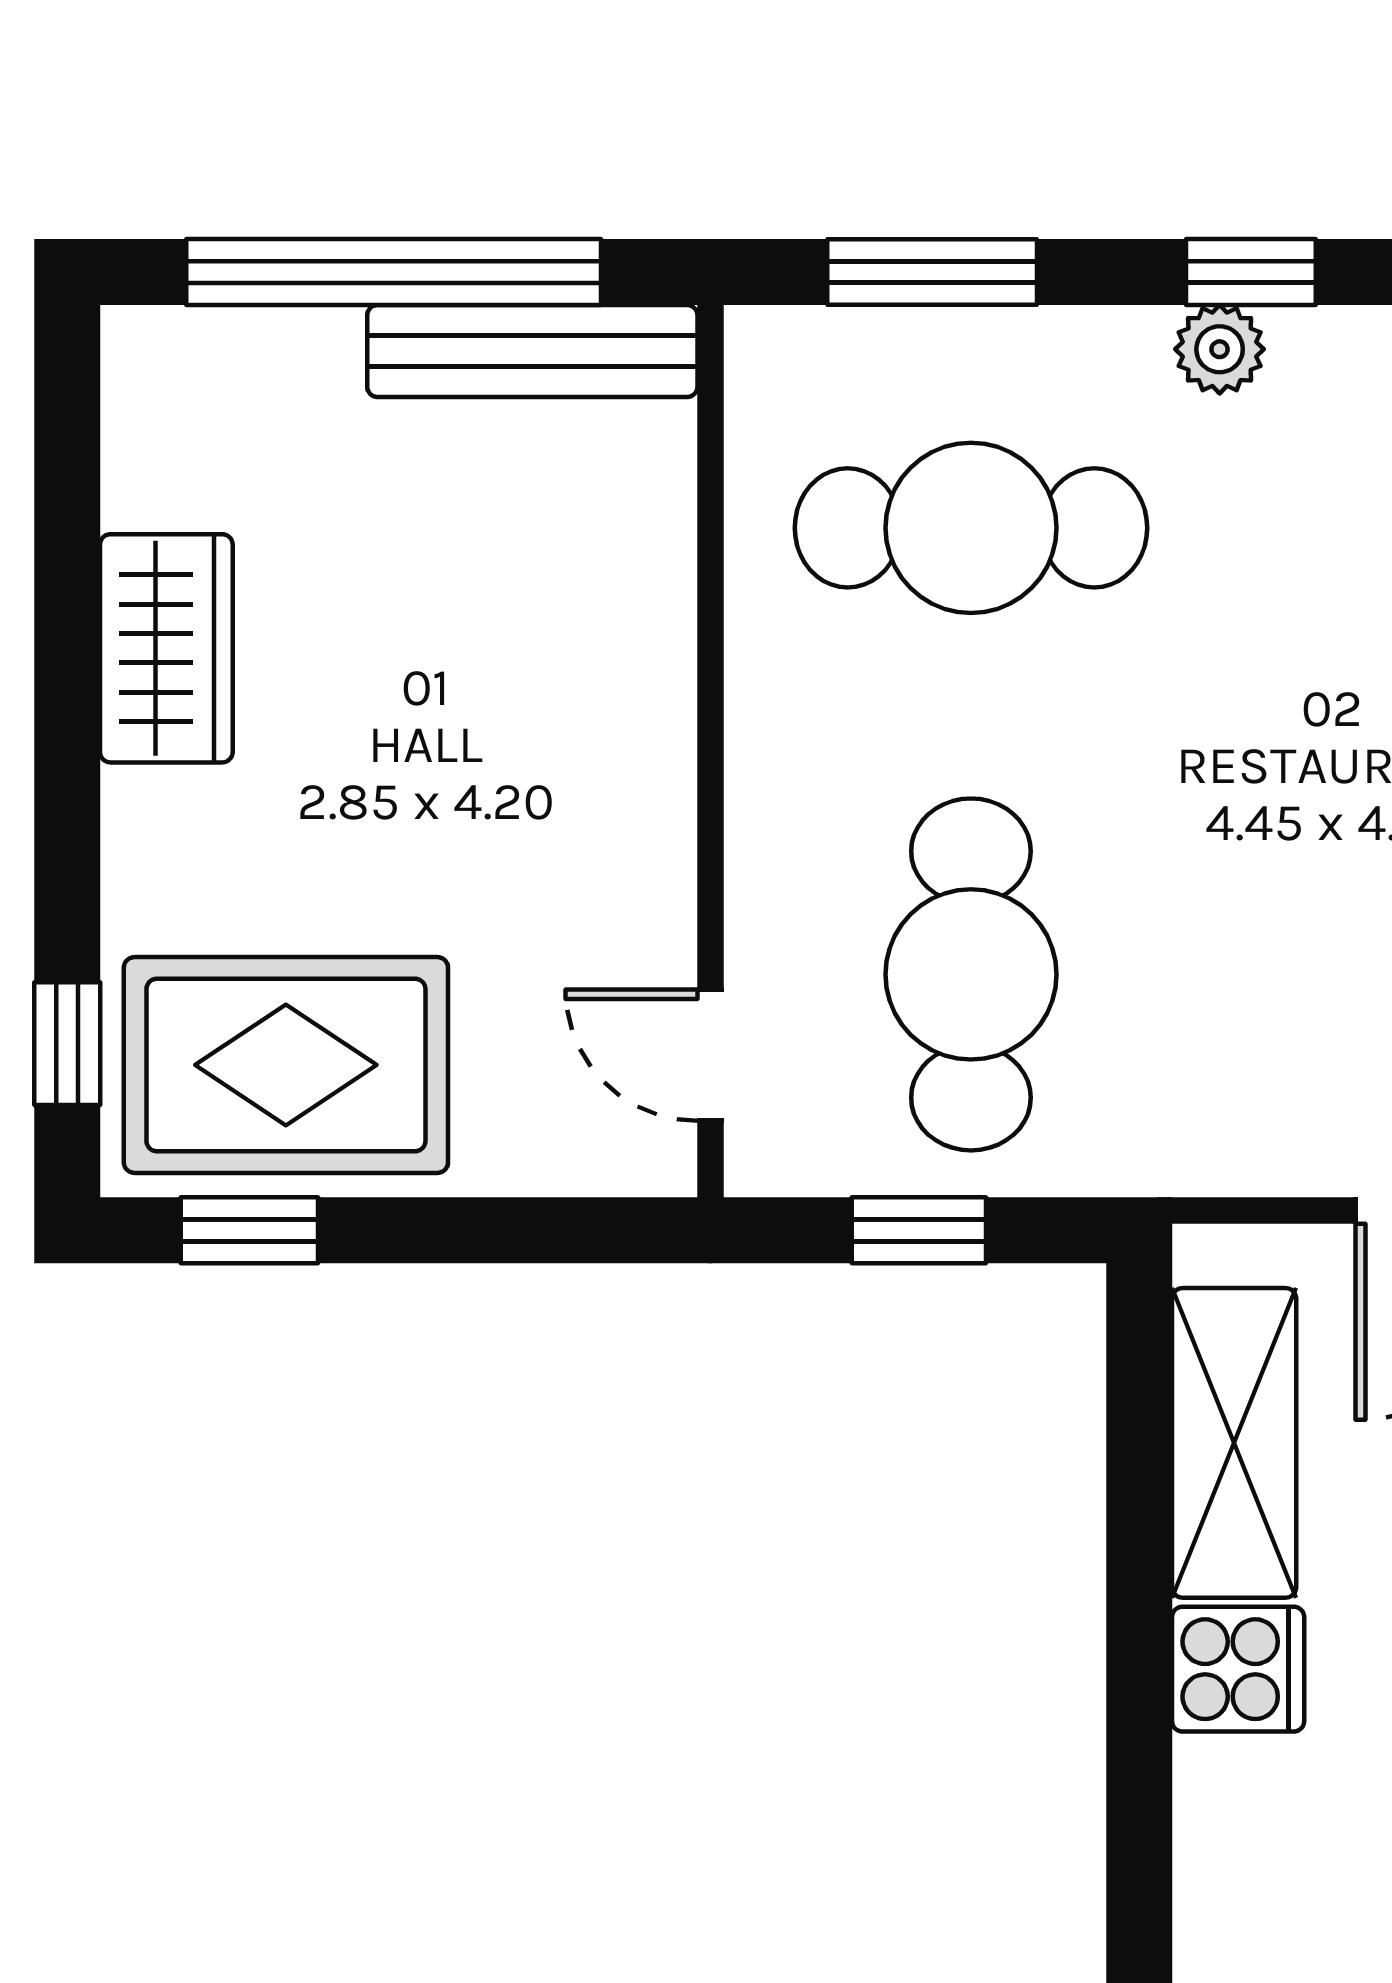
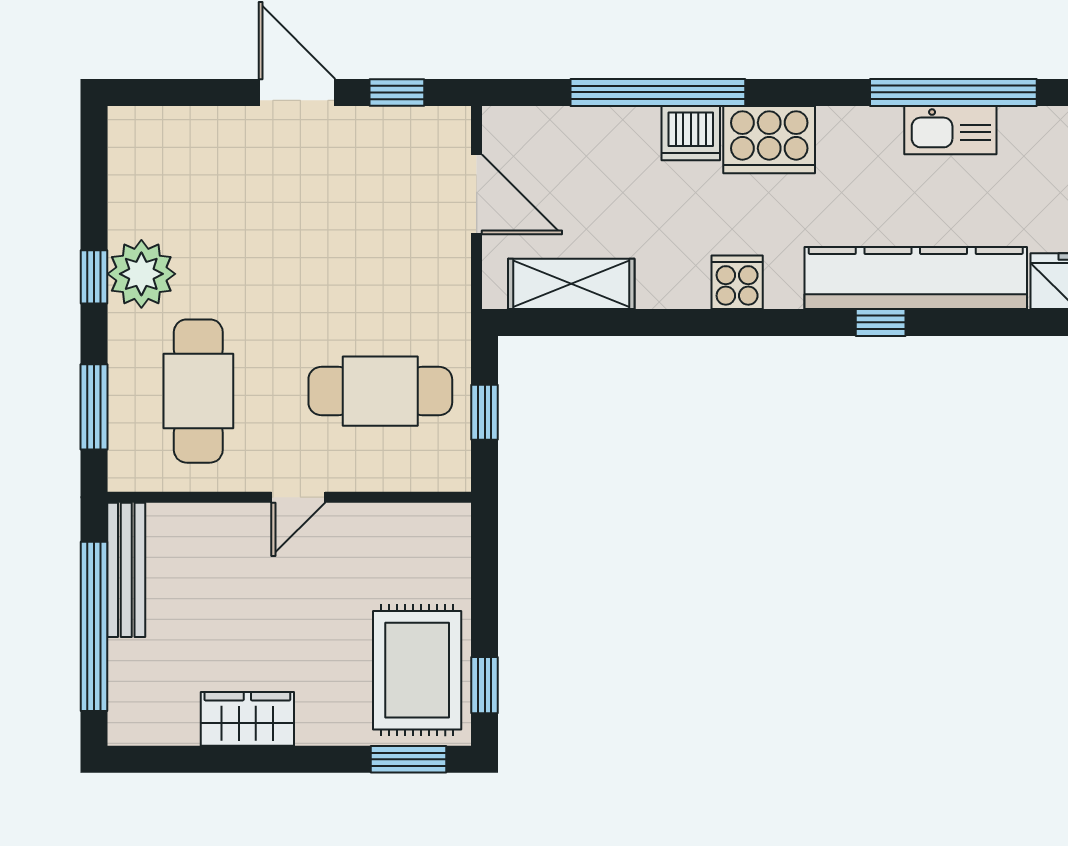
plant: (1220, 349) -> (141, 274), width x1.88, depth x1.88
window: (67, 1044) -> (409, 759), width x1.50
door: (710, 1055) -> (298, 497), moved
cooker: (1238, 1669) -> (737, 282), moved

